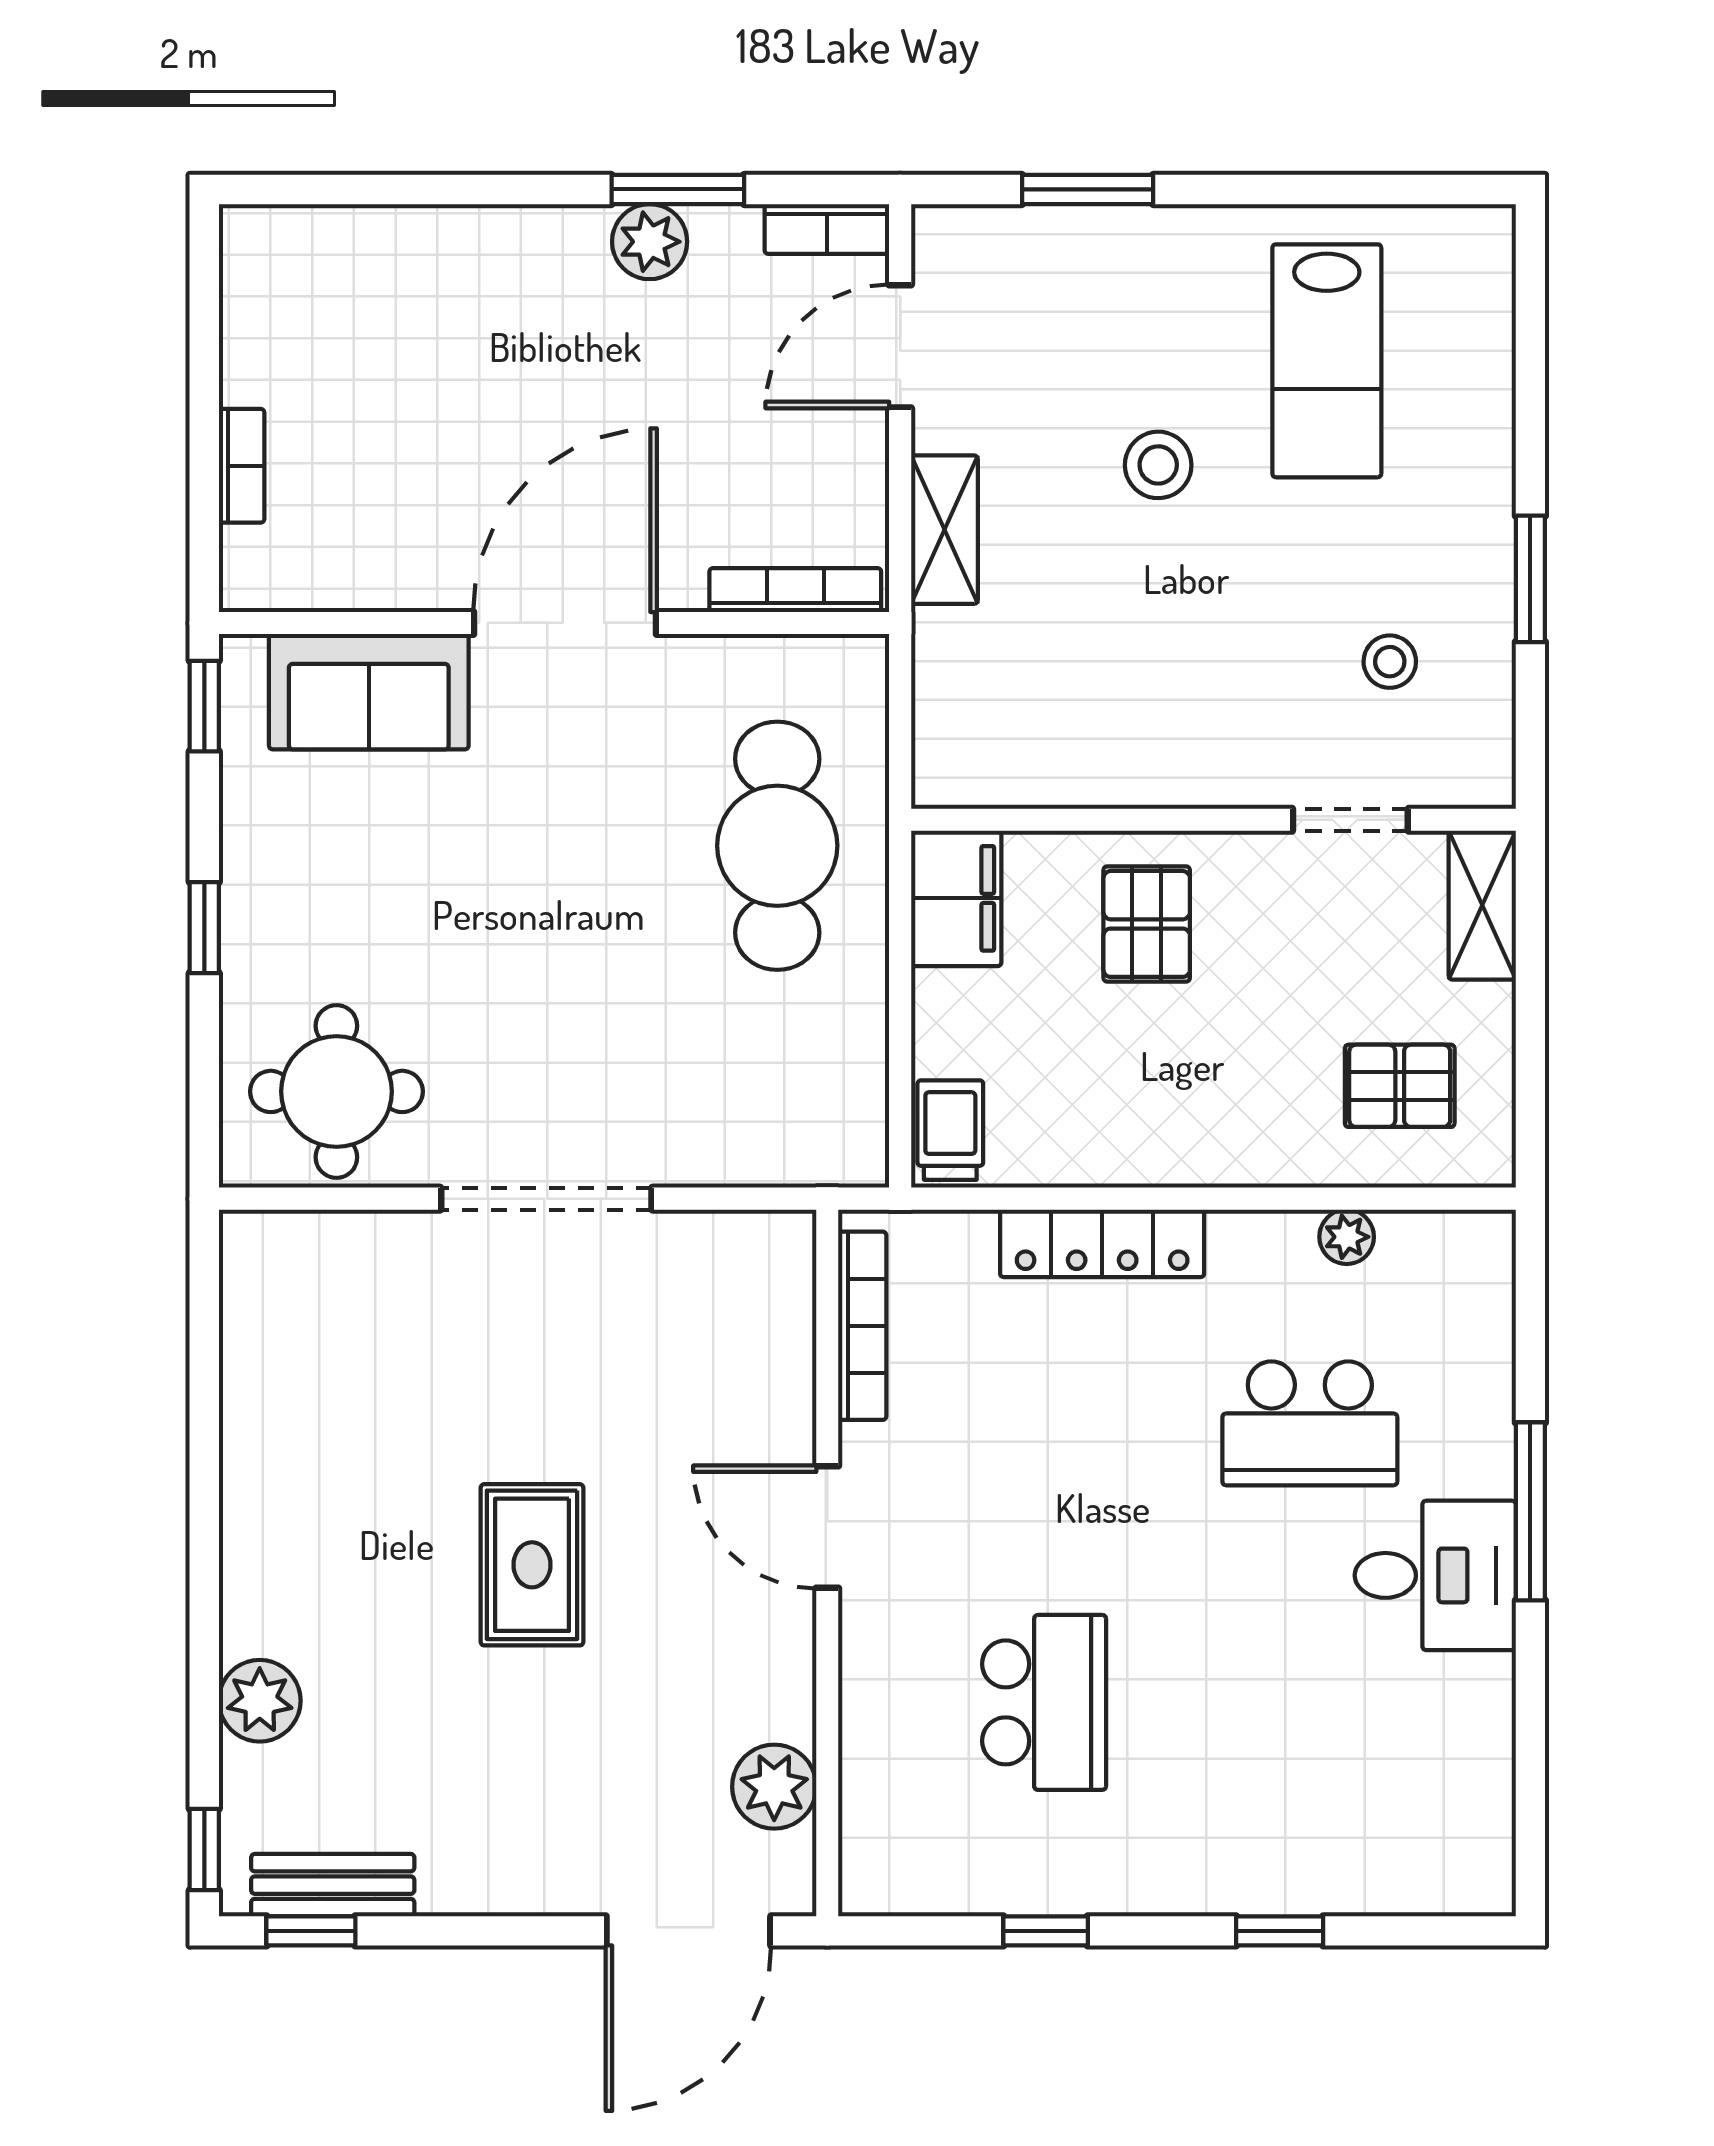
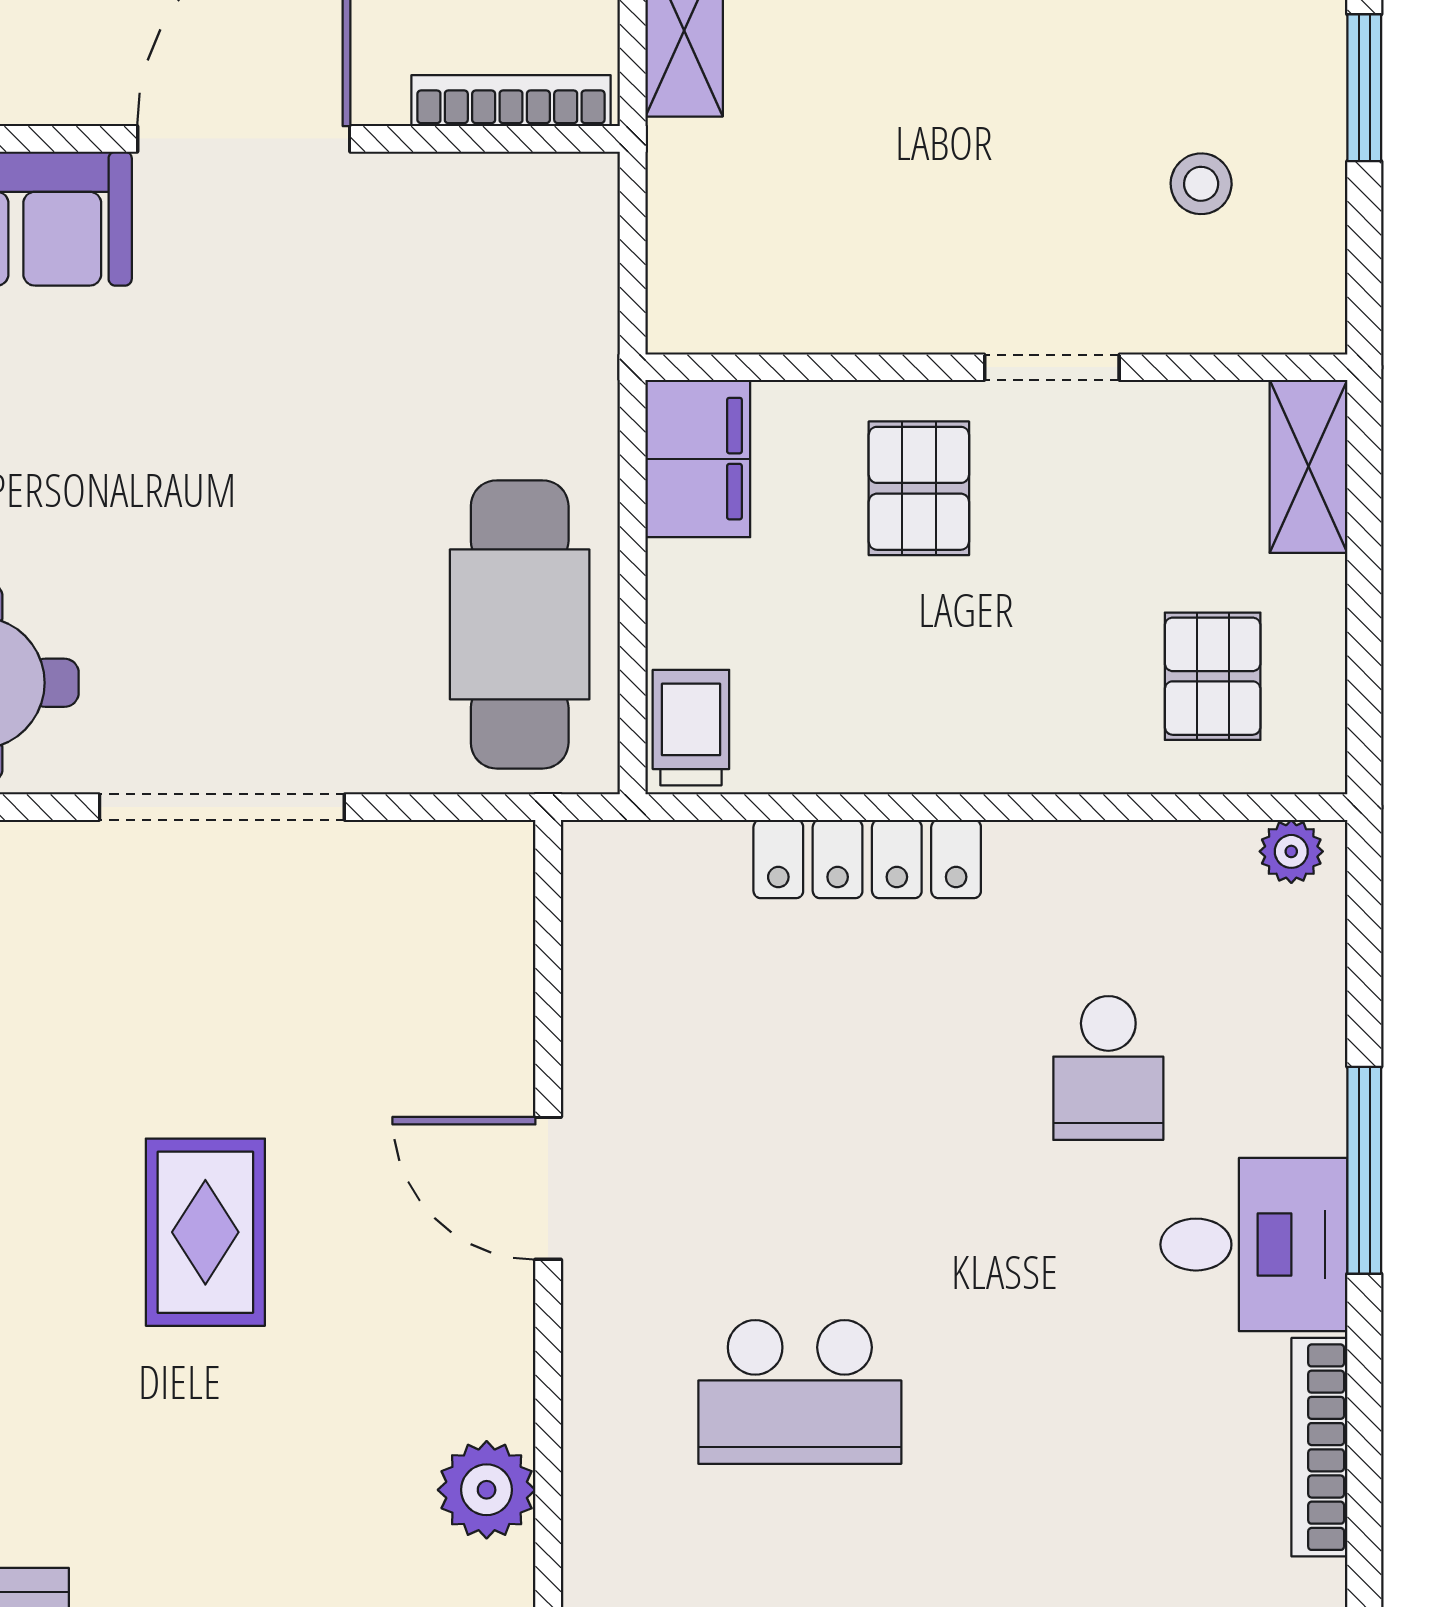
doorway: (1350, 820) -> (1052, 367), moved
cafe table: (777, 846) -> (520, 624), moved
pallet: (1400, 1086) -> (1213, 676), turned 90
plant: (1347, 1237) -> (1291, 851), moved
bookcase: (862, 1326) -> (1319, 1447), moved, turned 180
school desk: (1310, 1423) -> (1108, 1068), width x0.54
school desk: (1044, 1702) -> (800, 1392), turned 90

